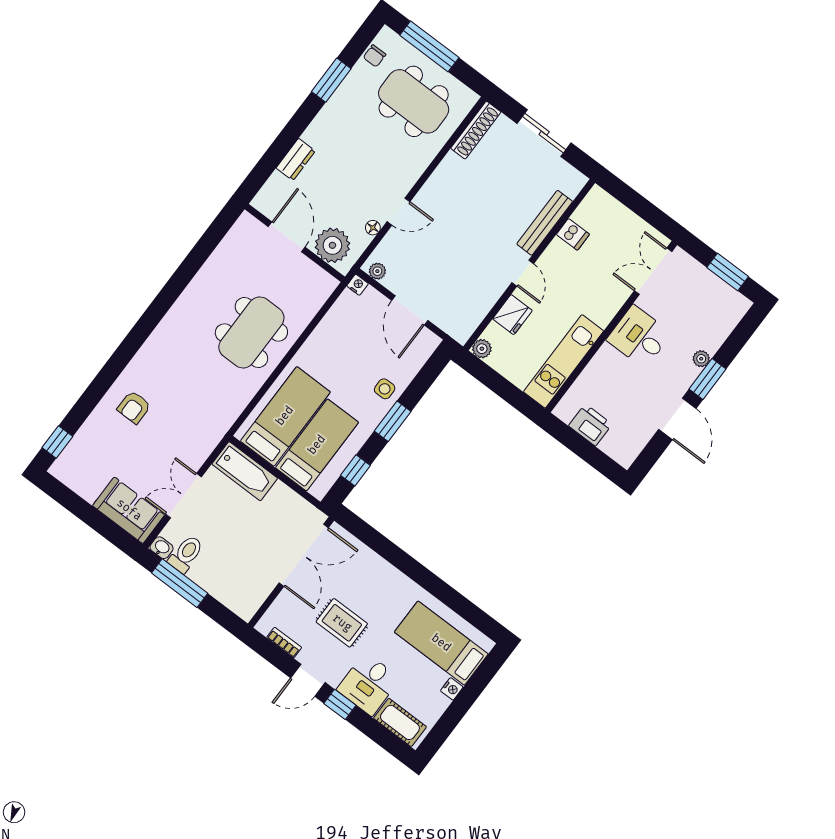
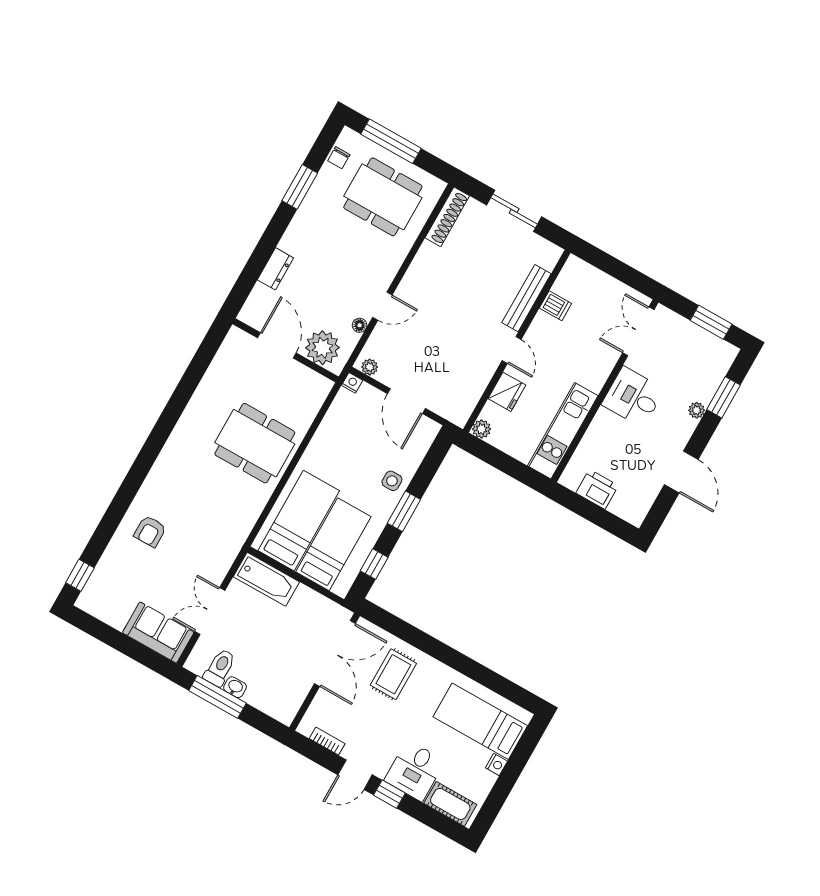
dining table: (251, 332) -> (255, 443), turned 90
window: (707, 379) -> (723, 397), moved
washbasin: (162, 548) -> (235, 687), moved
rug: (342, 623) -> (393, 674), moved, turned 90

